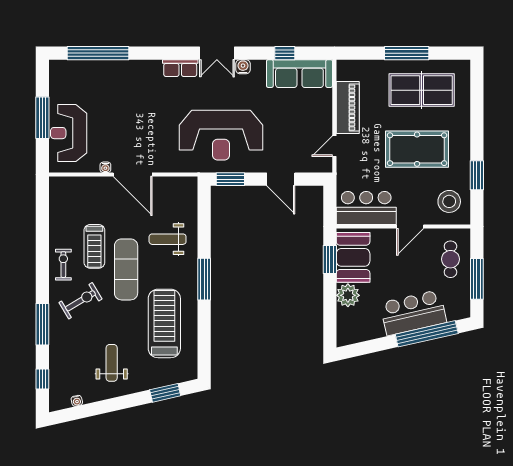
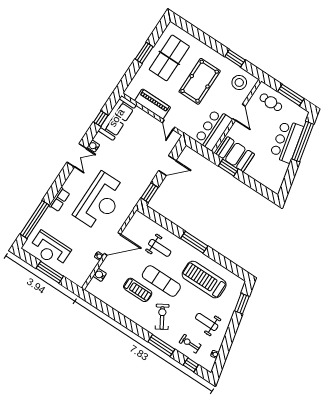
window: (407, 53) -> (144, 53), width x0.69
row of seats: (180, 68) -> (59, 200), moved
reception desk: (69, 133) -> (50, 249), moved
reception desk: (221, 135) -> (100, 201), moved
water cooler: (82, 184) -> (100, 275), added
weight bench: (168, 239) -> (160, 248), turned -90
exercise bike: (63, 265) -> (190, 344), moved
plant: (348, 295) -> (254, 170), removed

